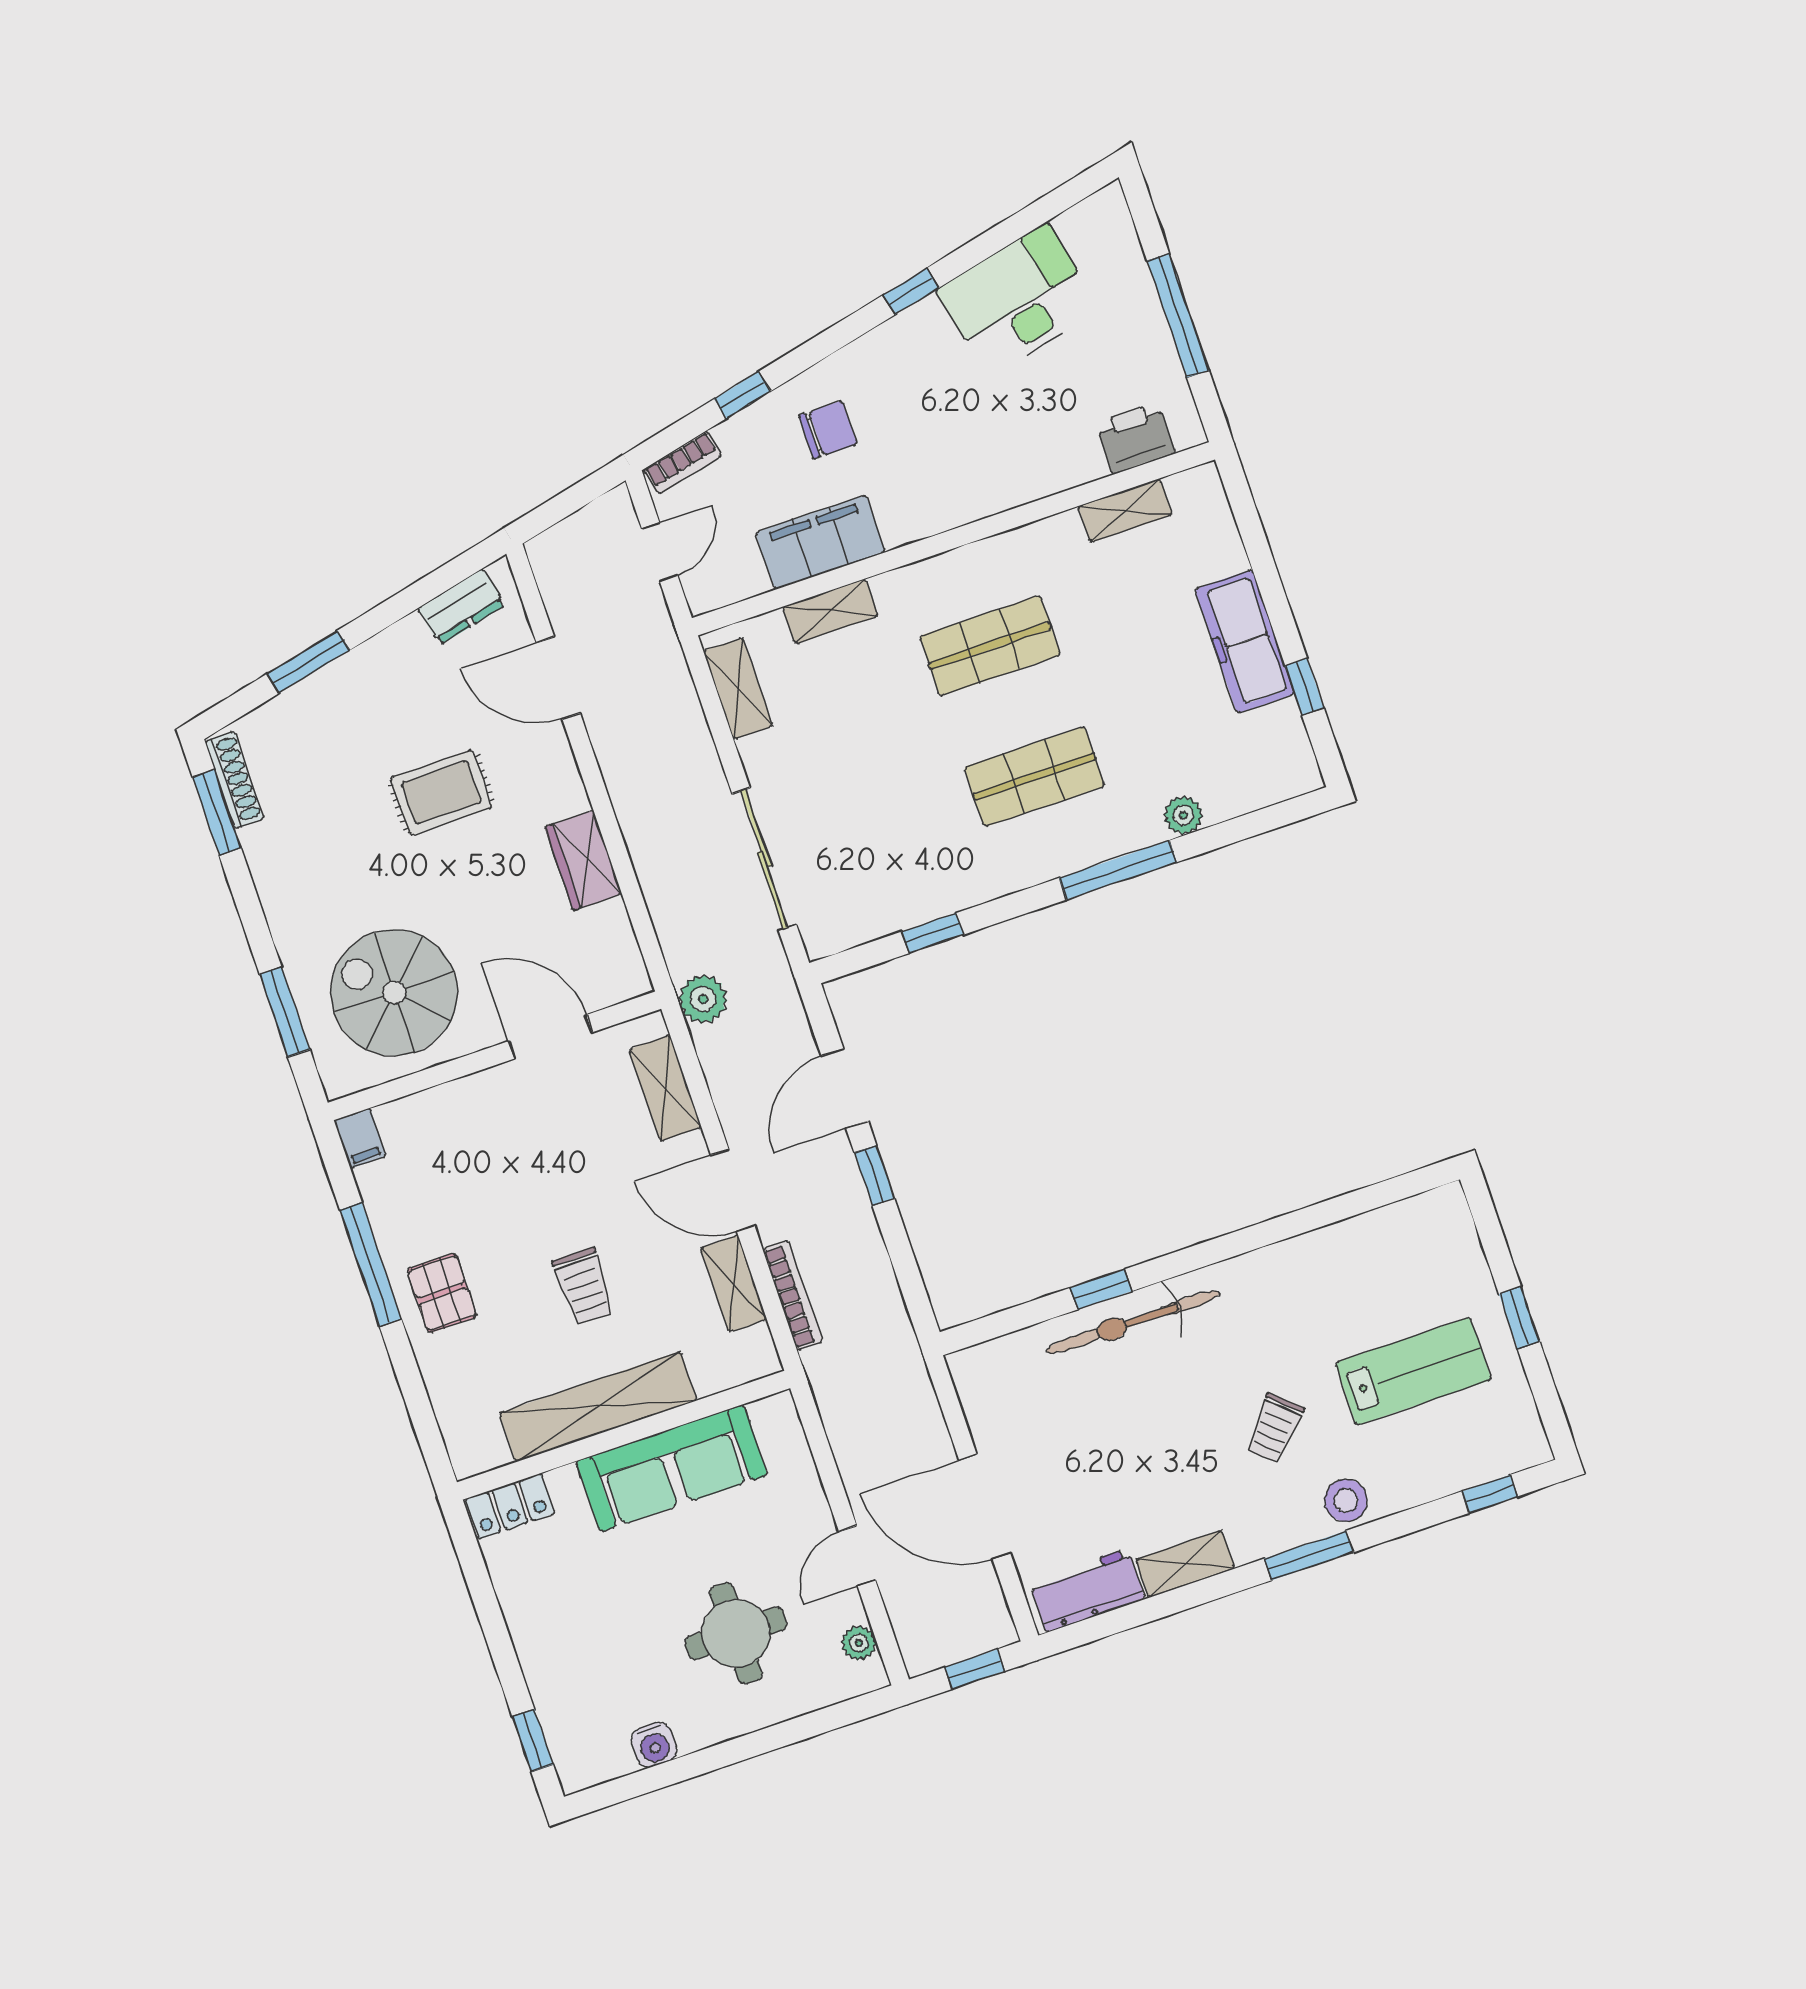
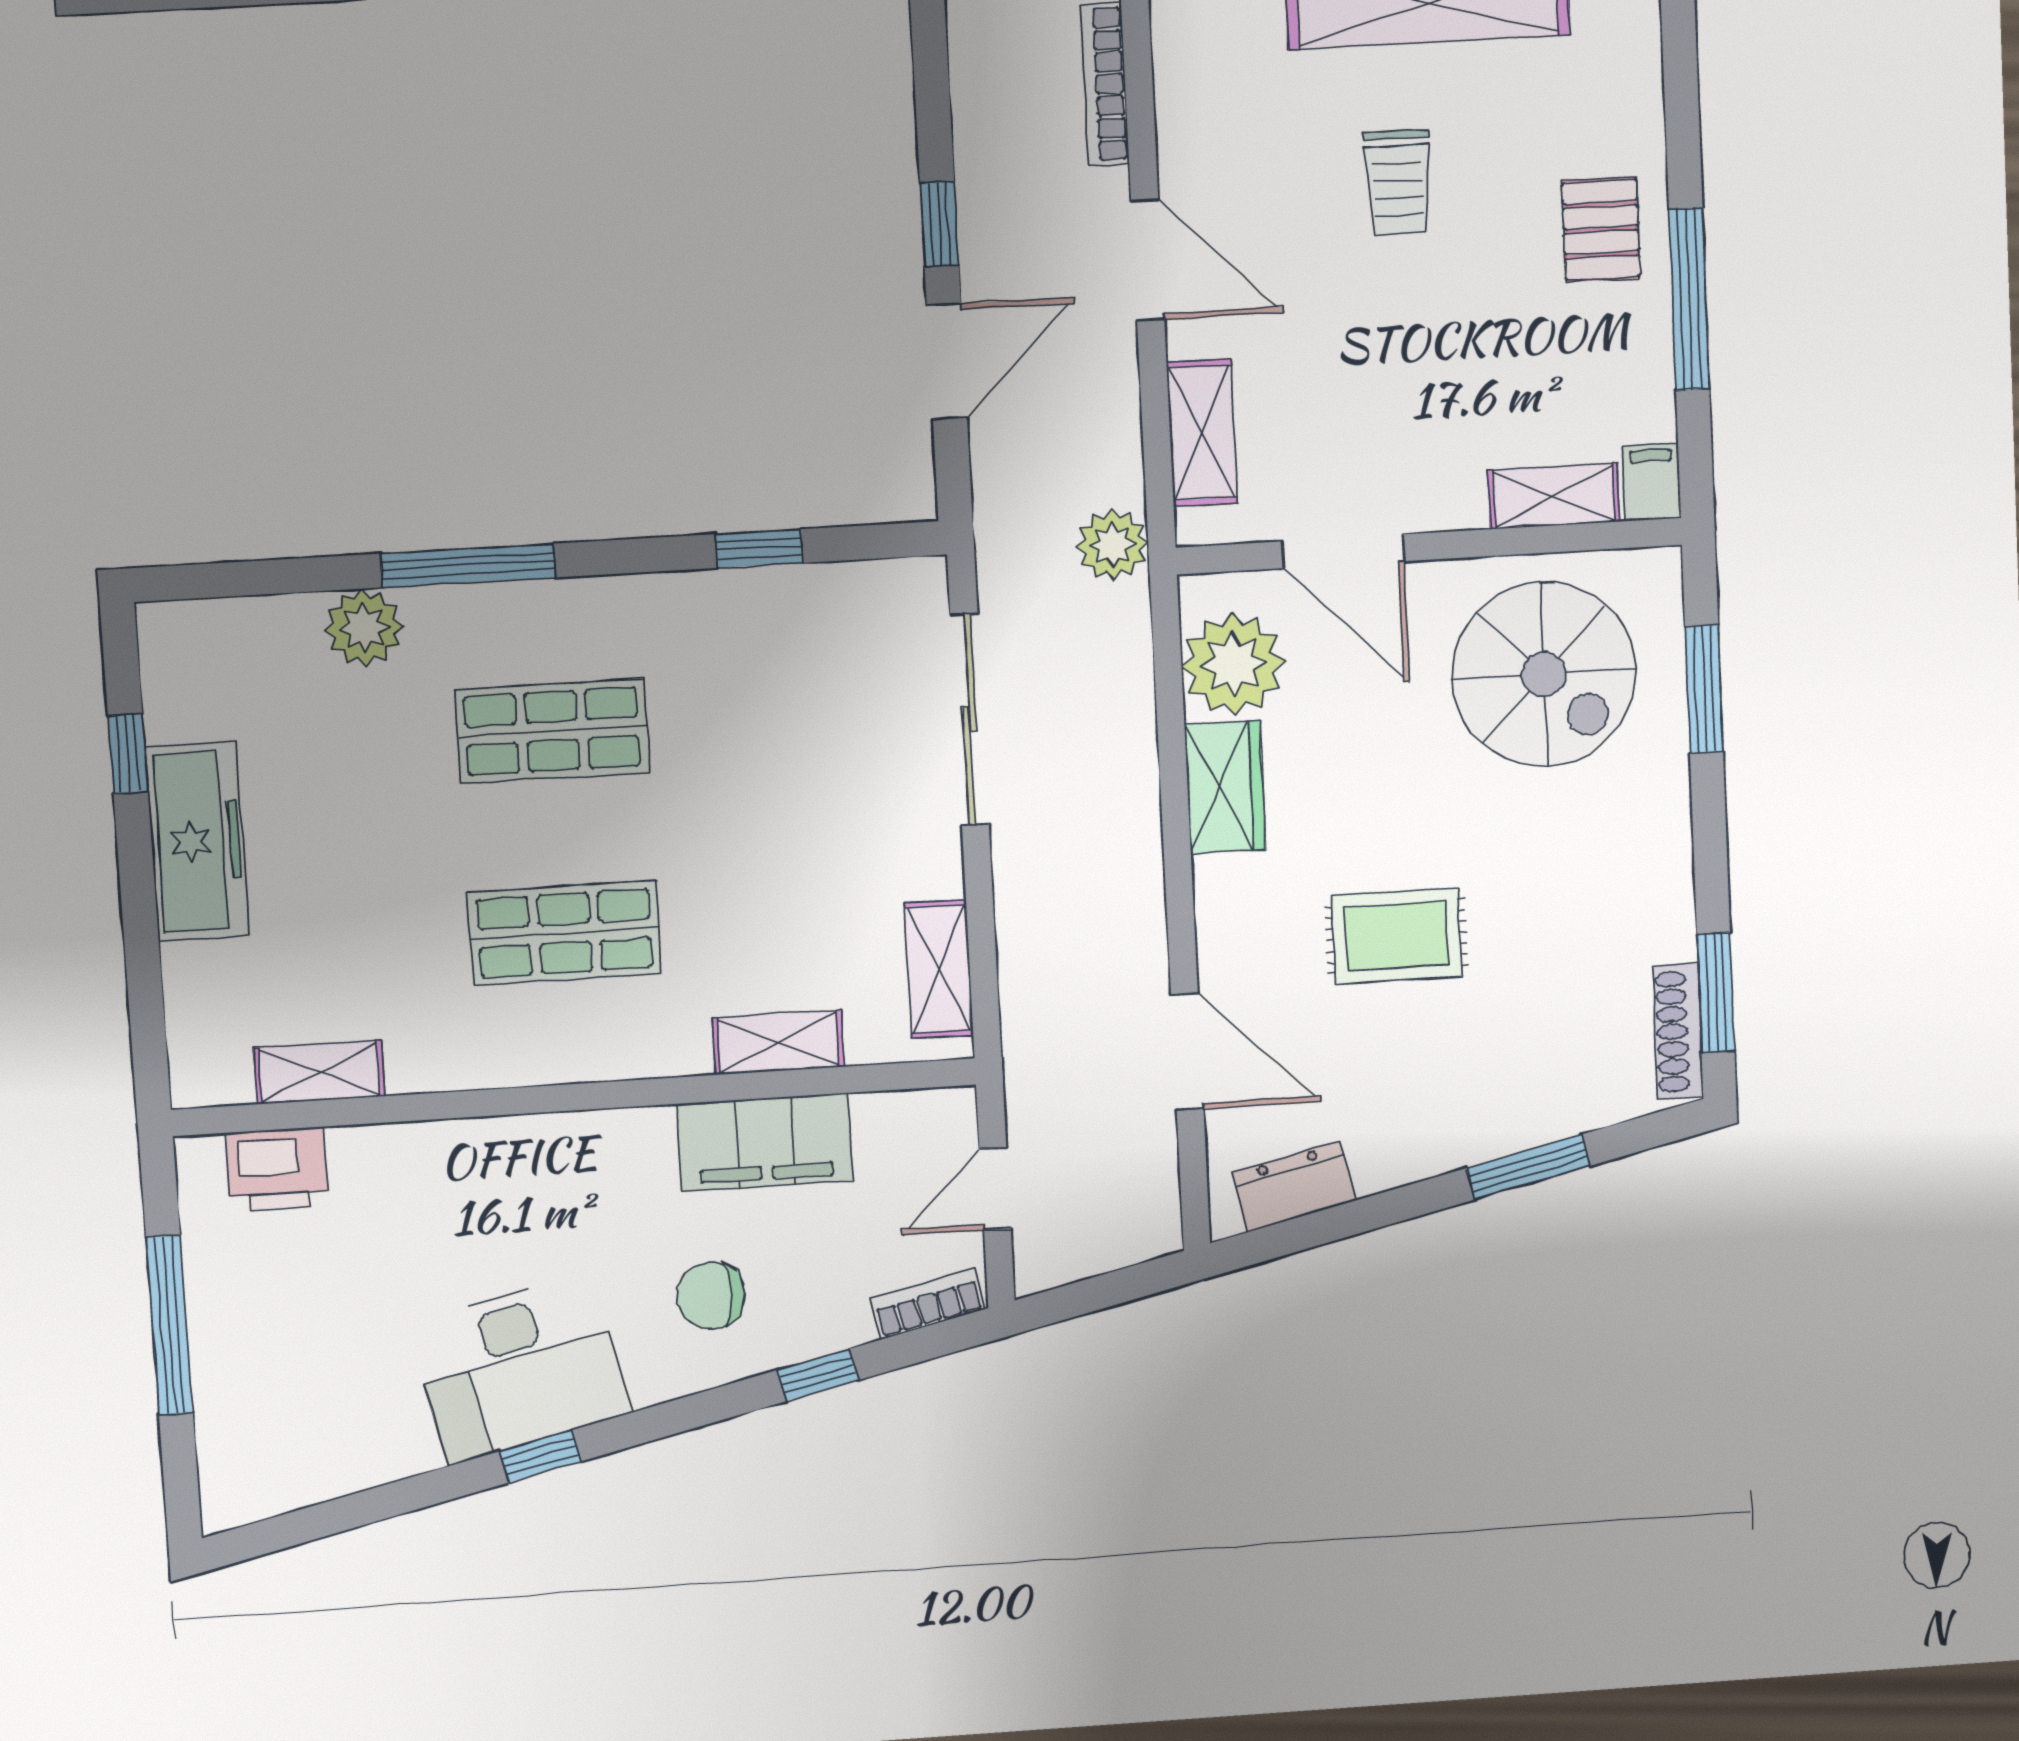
desk: (1018, 300) -> (520, 1368), moved
plant: (1183, 815) -> (364, 628), width x1.38, depth x1.38
plant: (601, 943) -> (1233, 664), added
shelving: (734, 1284) -> (1554, 496), moved, turned 90
trolley: (584, 1286) -> (1398, 182), turned 180

